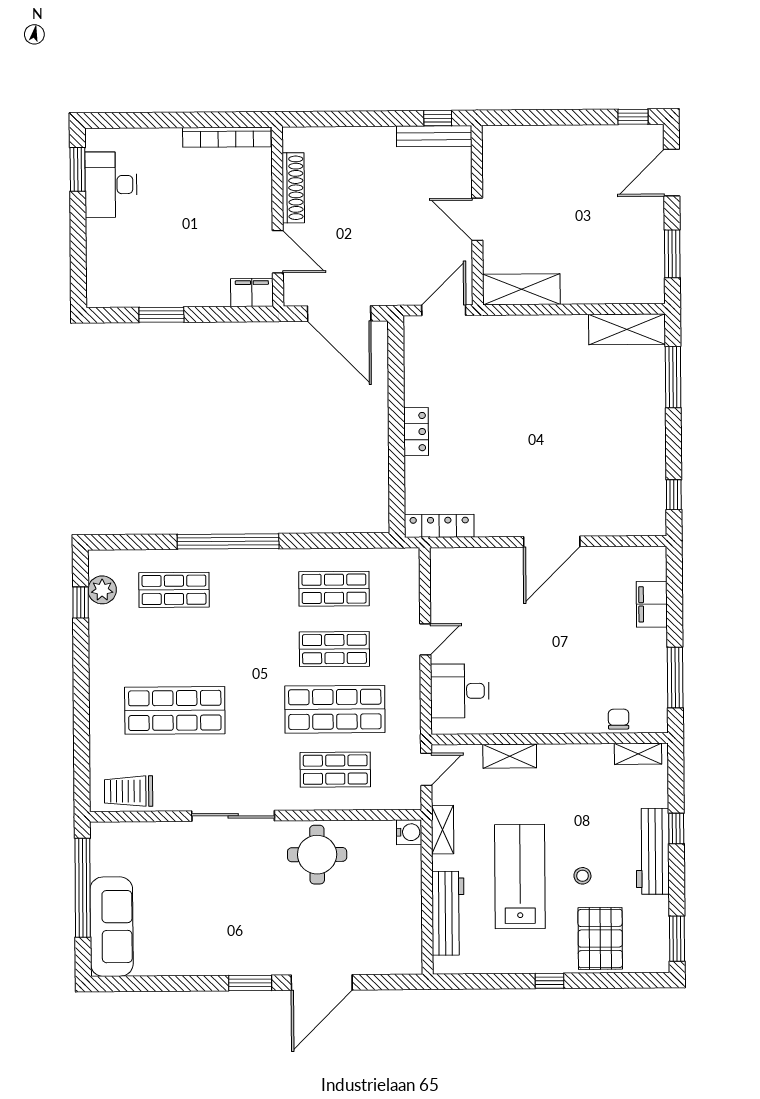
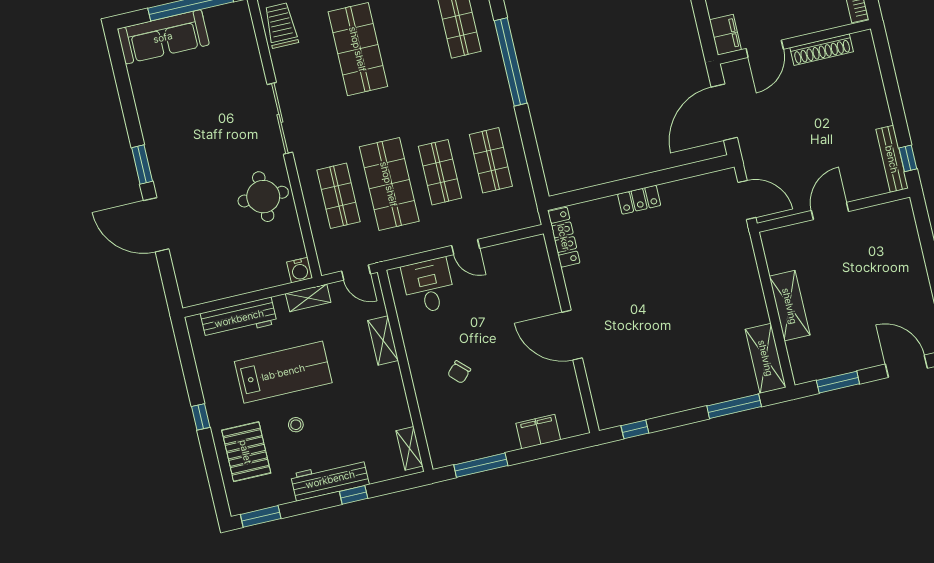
shelving: (521, 289) -> (790, 306), moved
chair: (619, 719) -> (459, 372), moved, turned 134
pallet: (600, 938) -> (246, 452), turned 90

